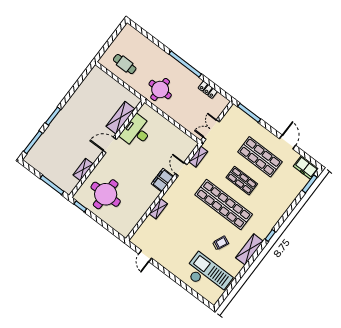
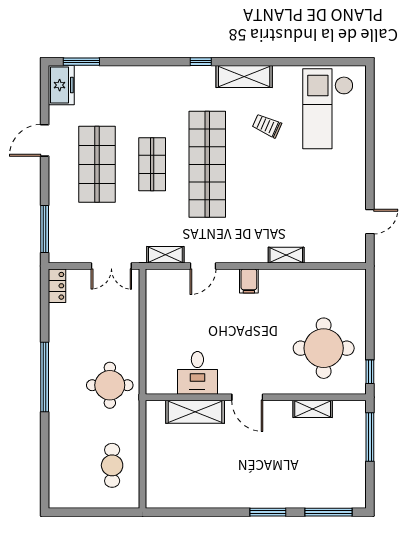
locker: (208, 90) -> (57, 286), moved
desk: (137, 131) -> (197, 373), width x0.73
filing cabinet: (162, 180) -> (249, 281), width x0.50

